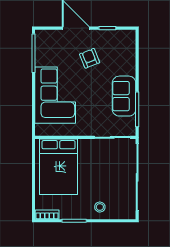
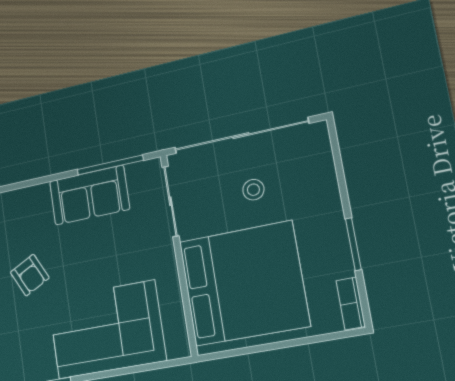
armchair: (90, 58) -> (30, 275), turned -95
bed: (59, 167) -> (244, 283), width x1.36
stool: (100, 207) -> (253, 190), moved

